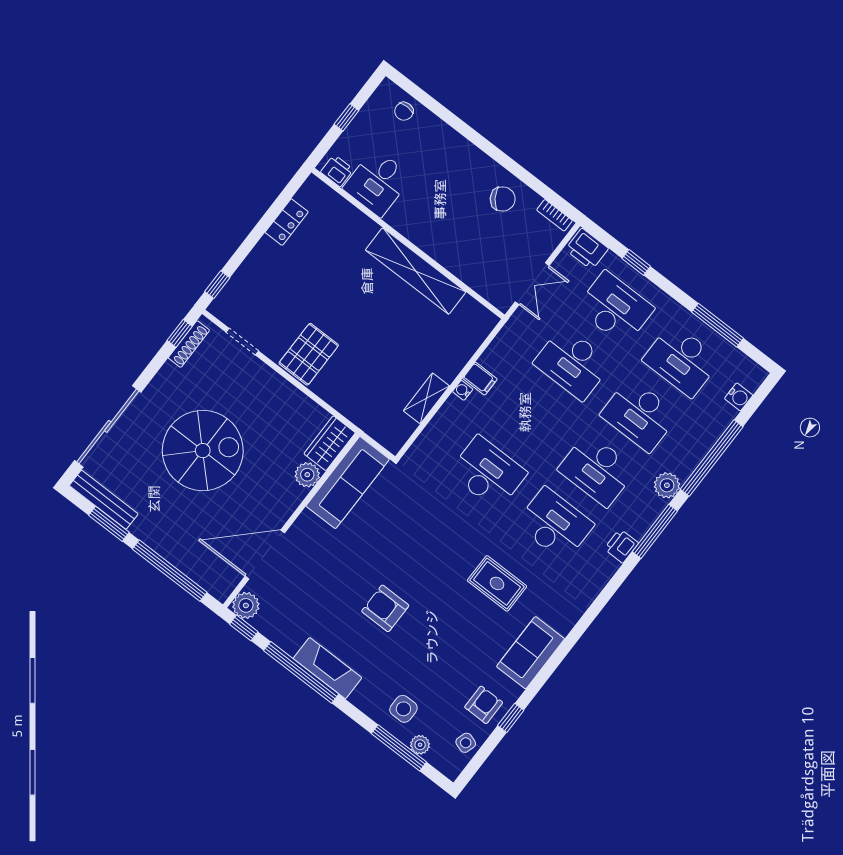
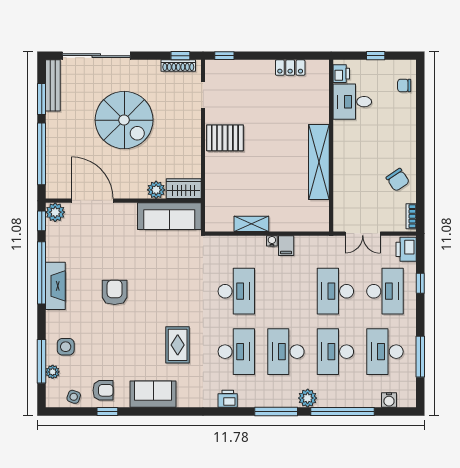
printer: (621, 546) -> (228, 399), moved

